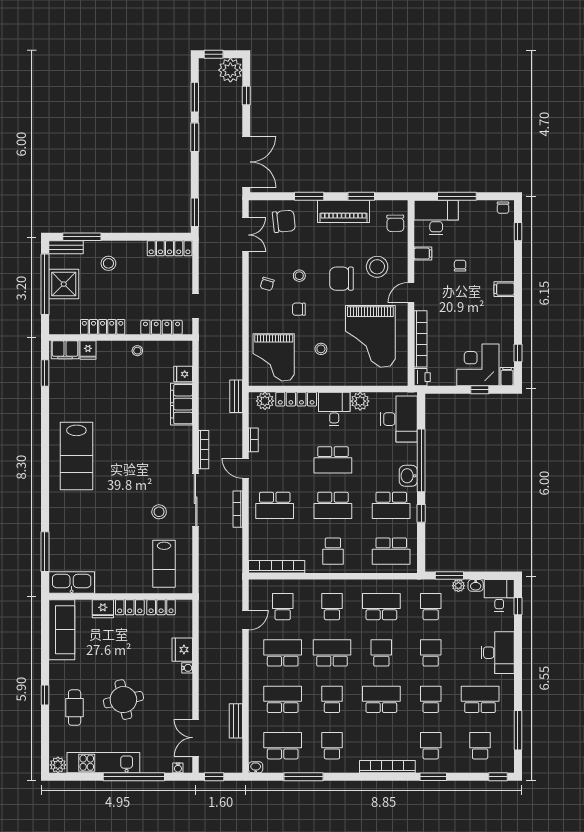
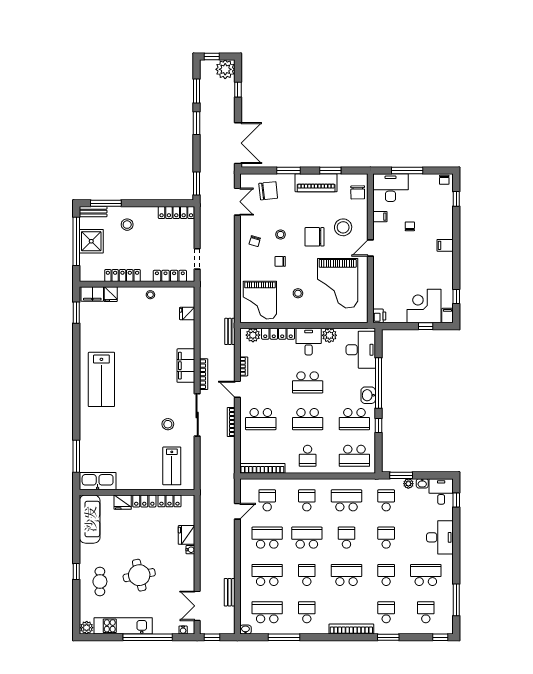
bookcase: (421, 339) -> (378, 285), removed
filing cabinet: (182, 404) -> (186, 366), moved

